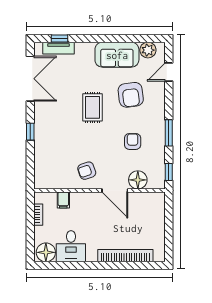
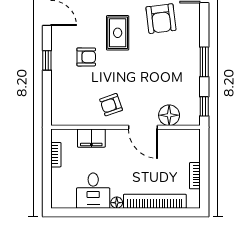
armchair: (133, 141) -> (86, 57), moved, turned 90
filing cabinet: (63, 200) -> (91, 138), width x2.00
bookcase: (161, 233) -> (195, 176), added
floor lamp: (46, 252) -> (117, 203), moved, width x0.53, depth x0.53

